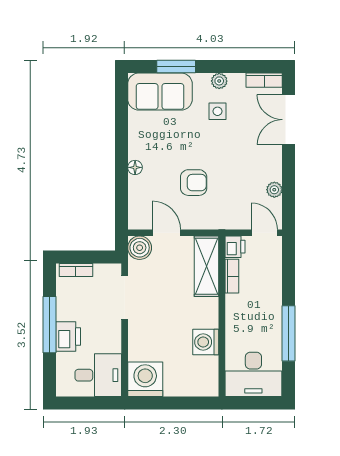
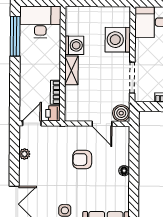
door: (264, 233) -> (32, 123), swing flipped
shelving: (207, 266) -> (71, 70), moved, width x0.67, depth x0.75
window: (289, 333) -> (15, 36), moved
washing machine: (145, 379) -> (118, 40), moved, turned 90

